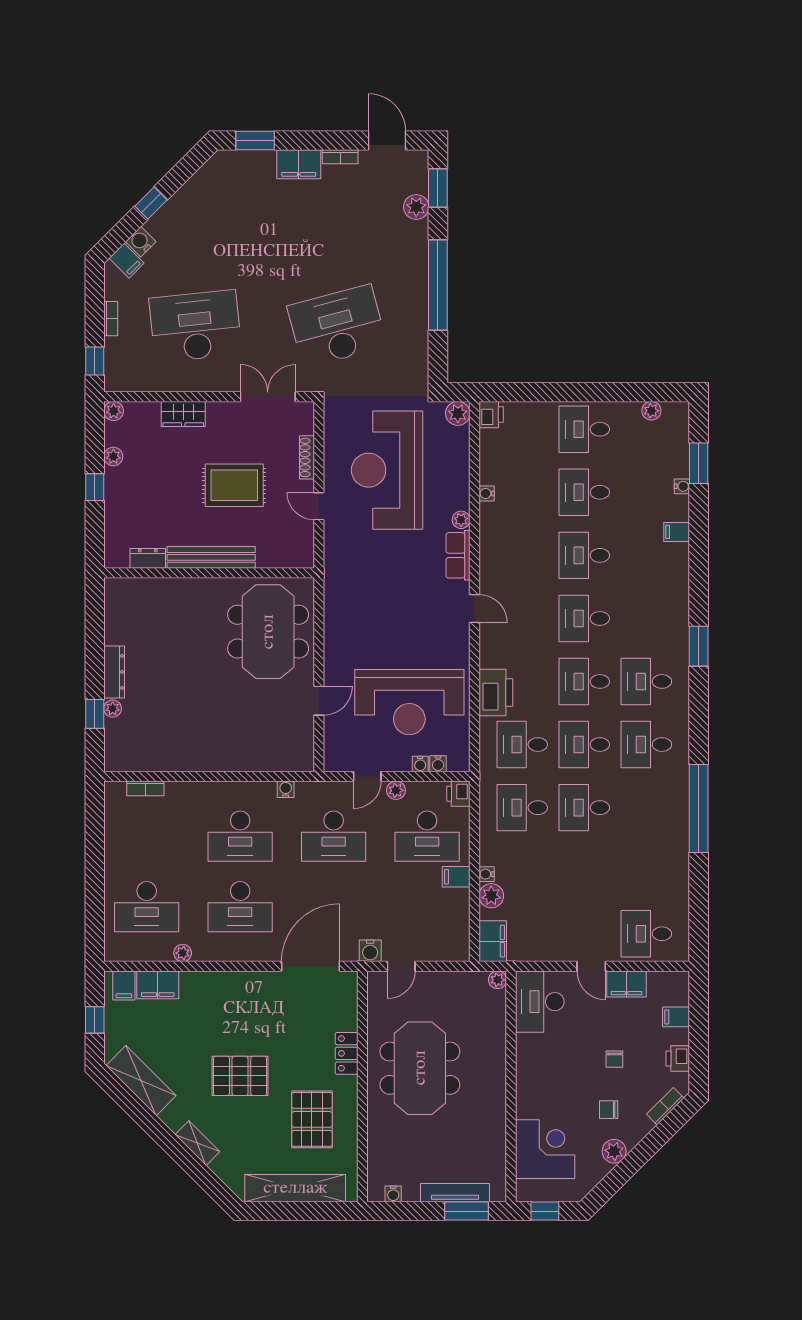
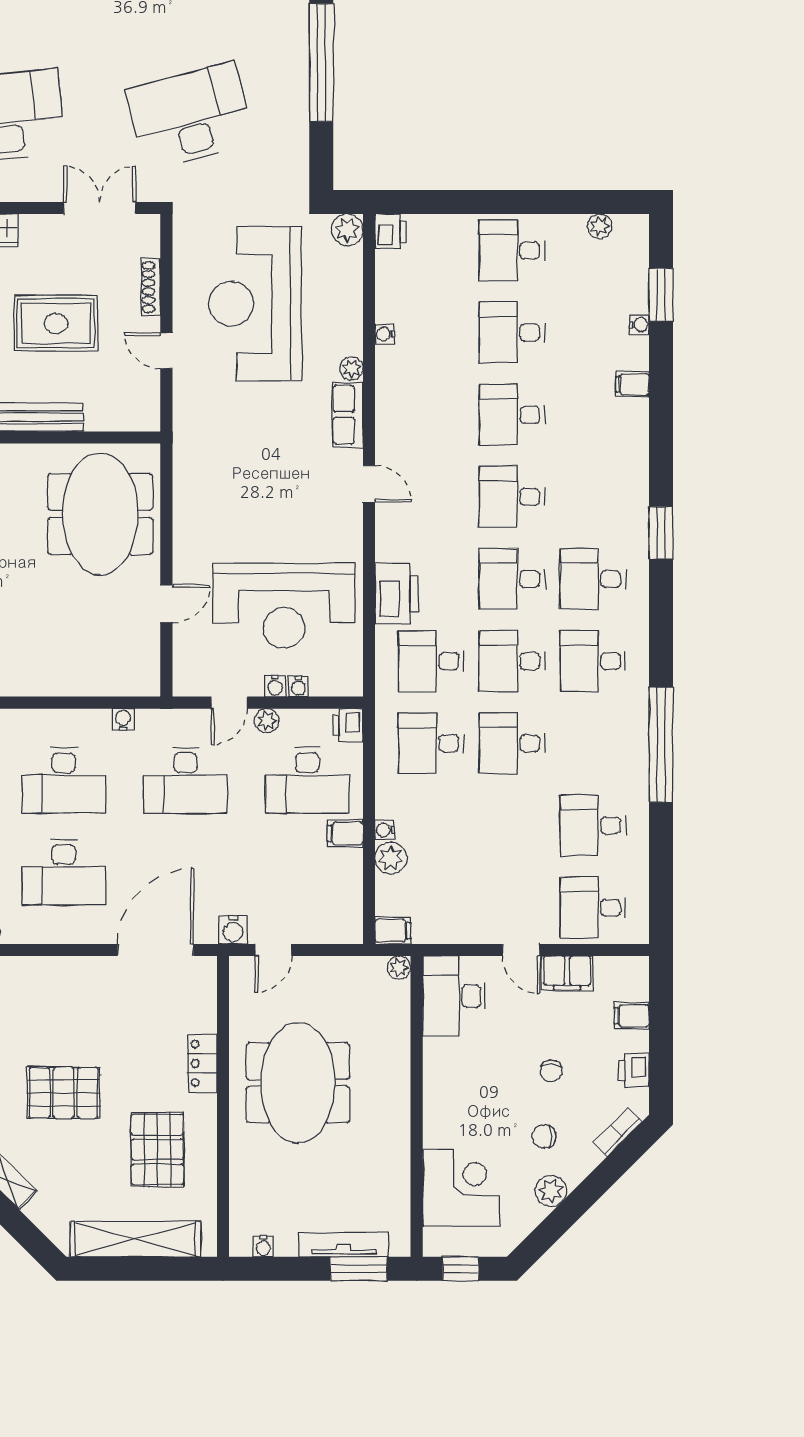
water cooler: (438, 764) -> (275, 686), moved
desk: (646, 871) -> (593, 825), added
filing cabinet: (493, 941) -> (393, 931), width x0.50

